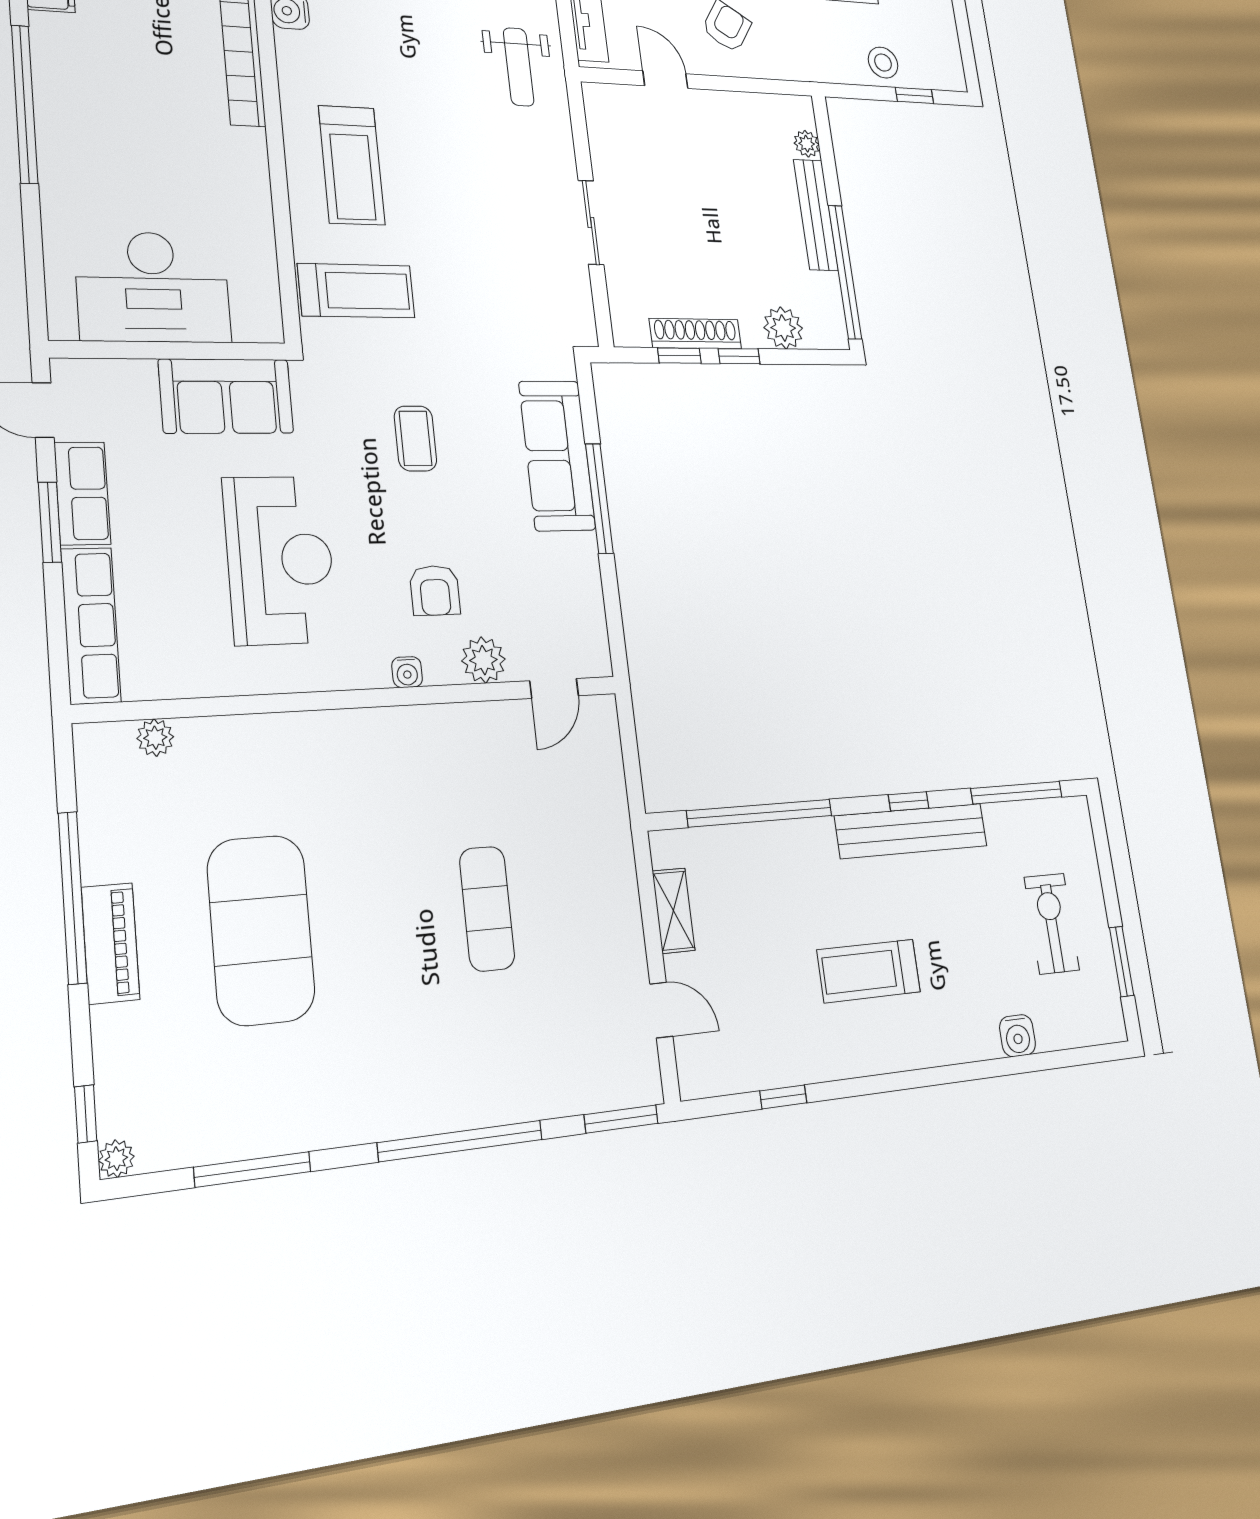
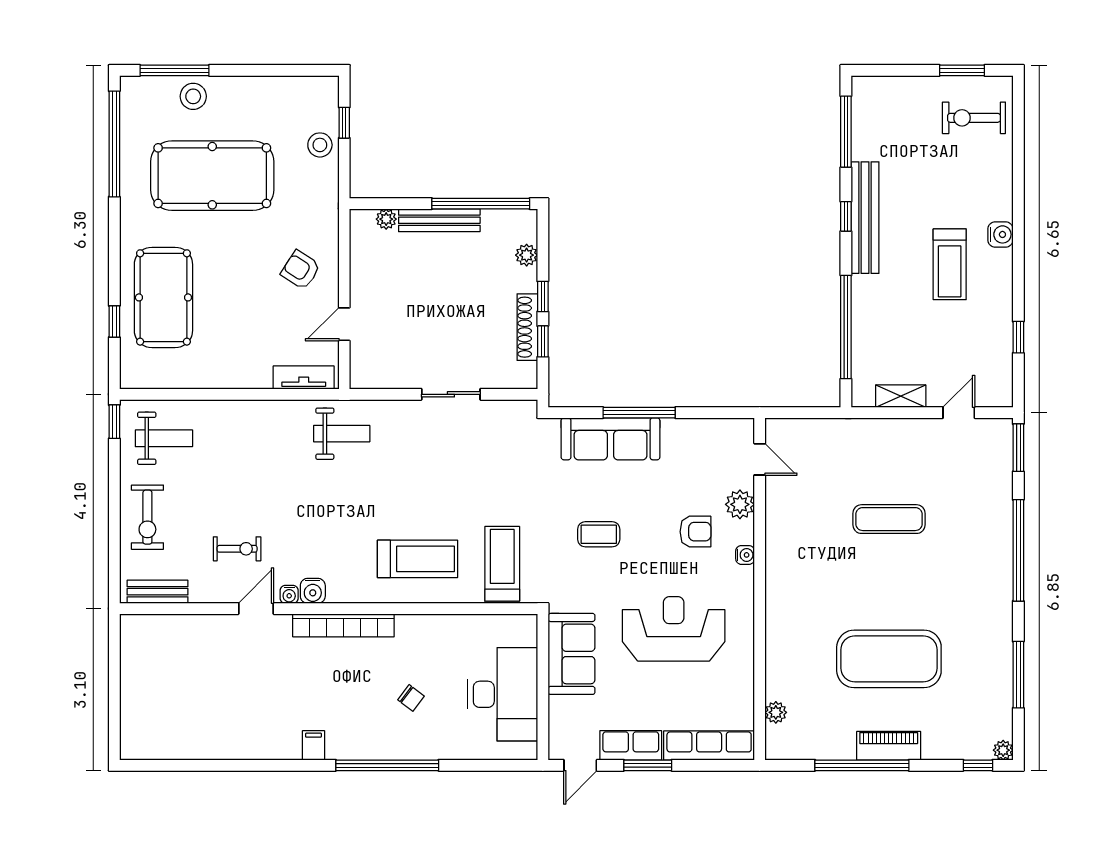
chair: (137, 146) -> (411, 698), added
plant: (783, 328) -> (527, 255), width x0.73, depth x0.73
exercise bike: (1052, 924) -> (974, 118), moved
water cooler: (1018, 1036) -> (1000, 234), moved

